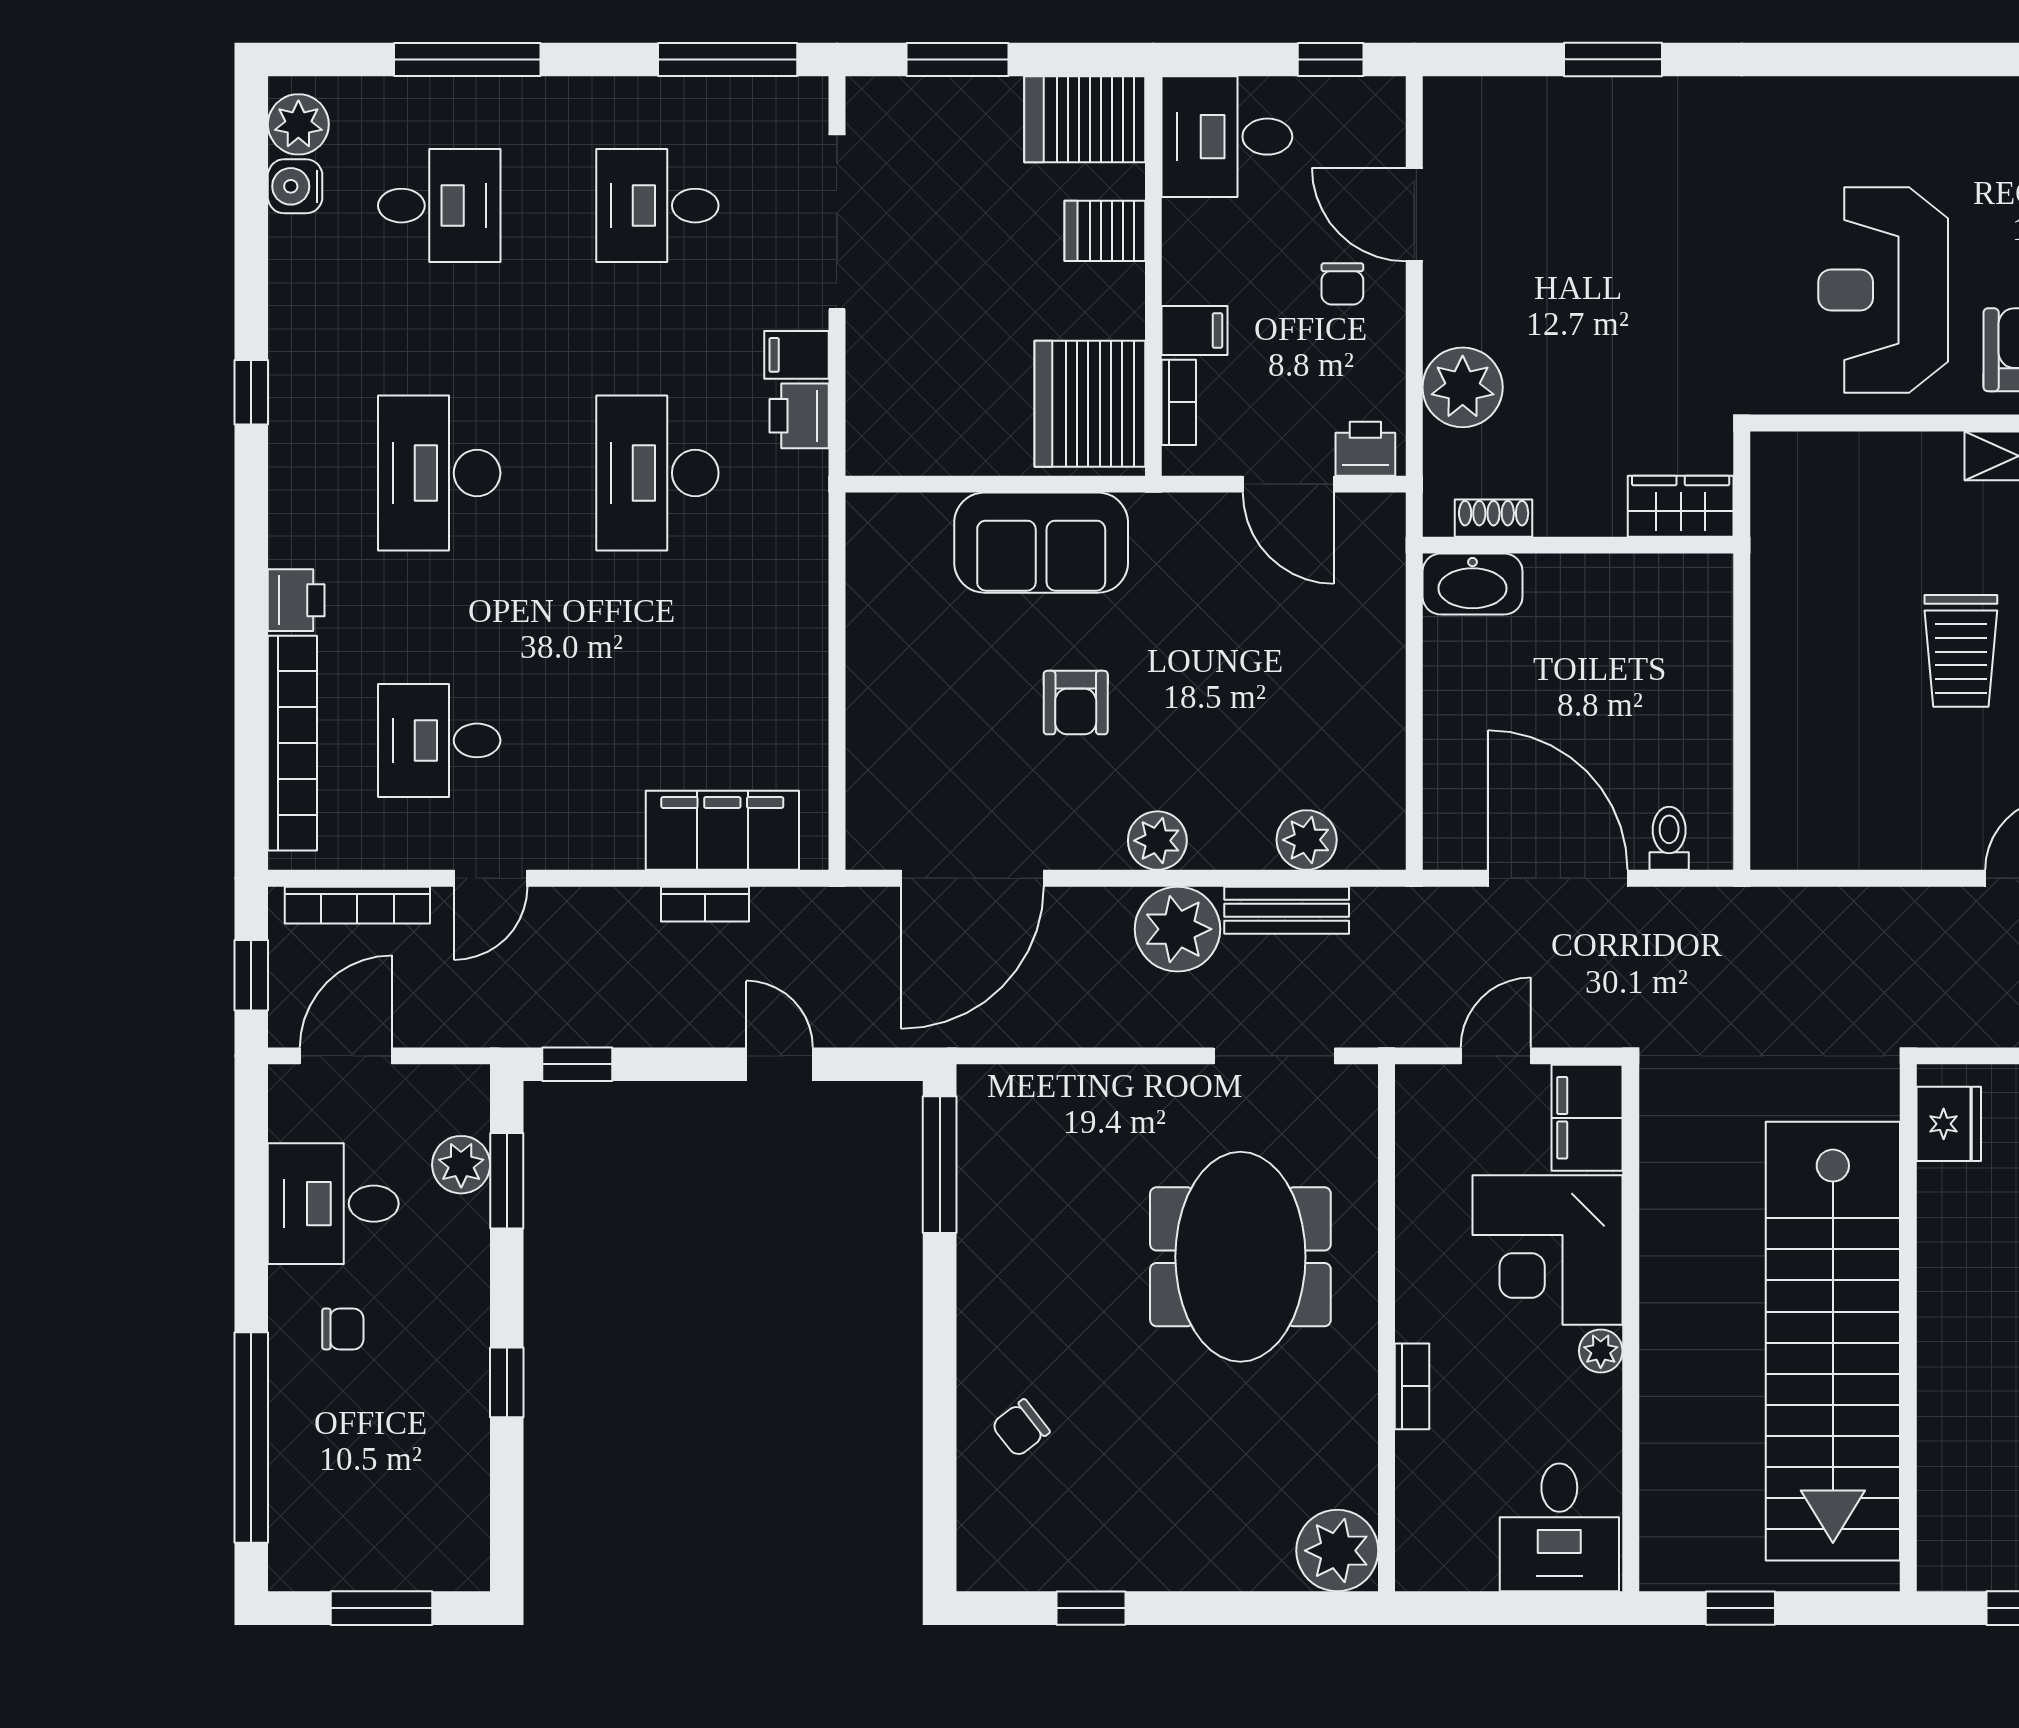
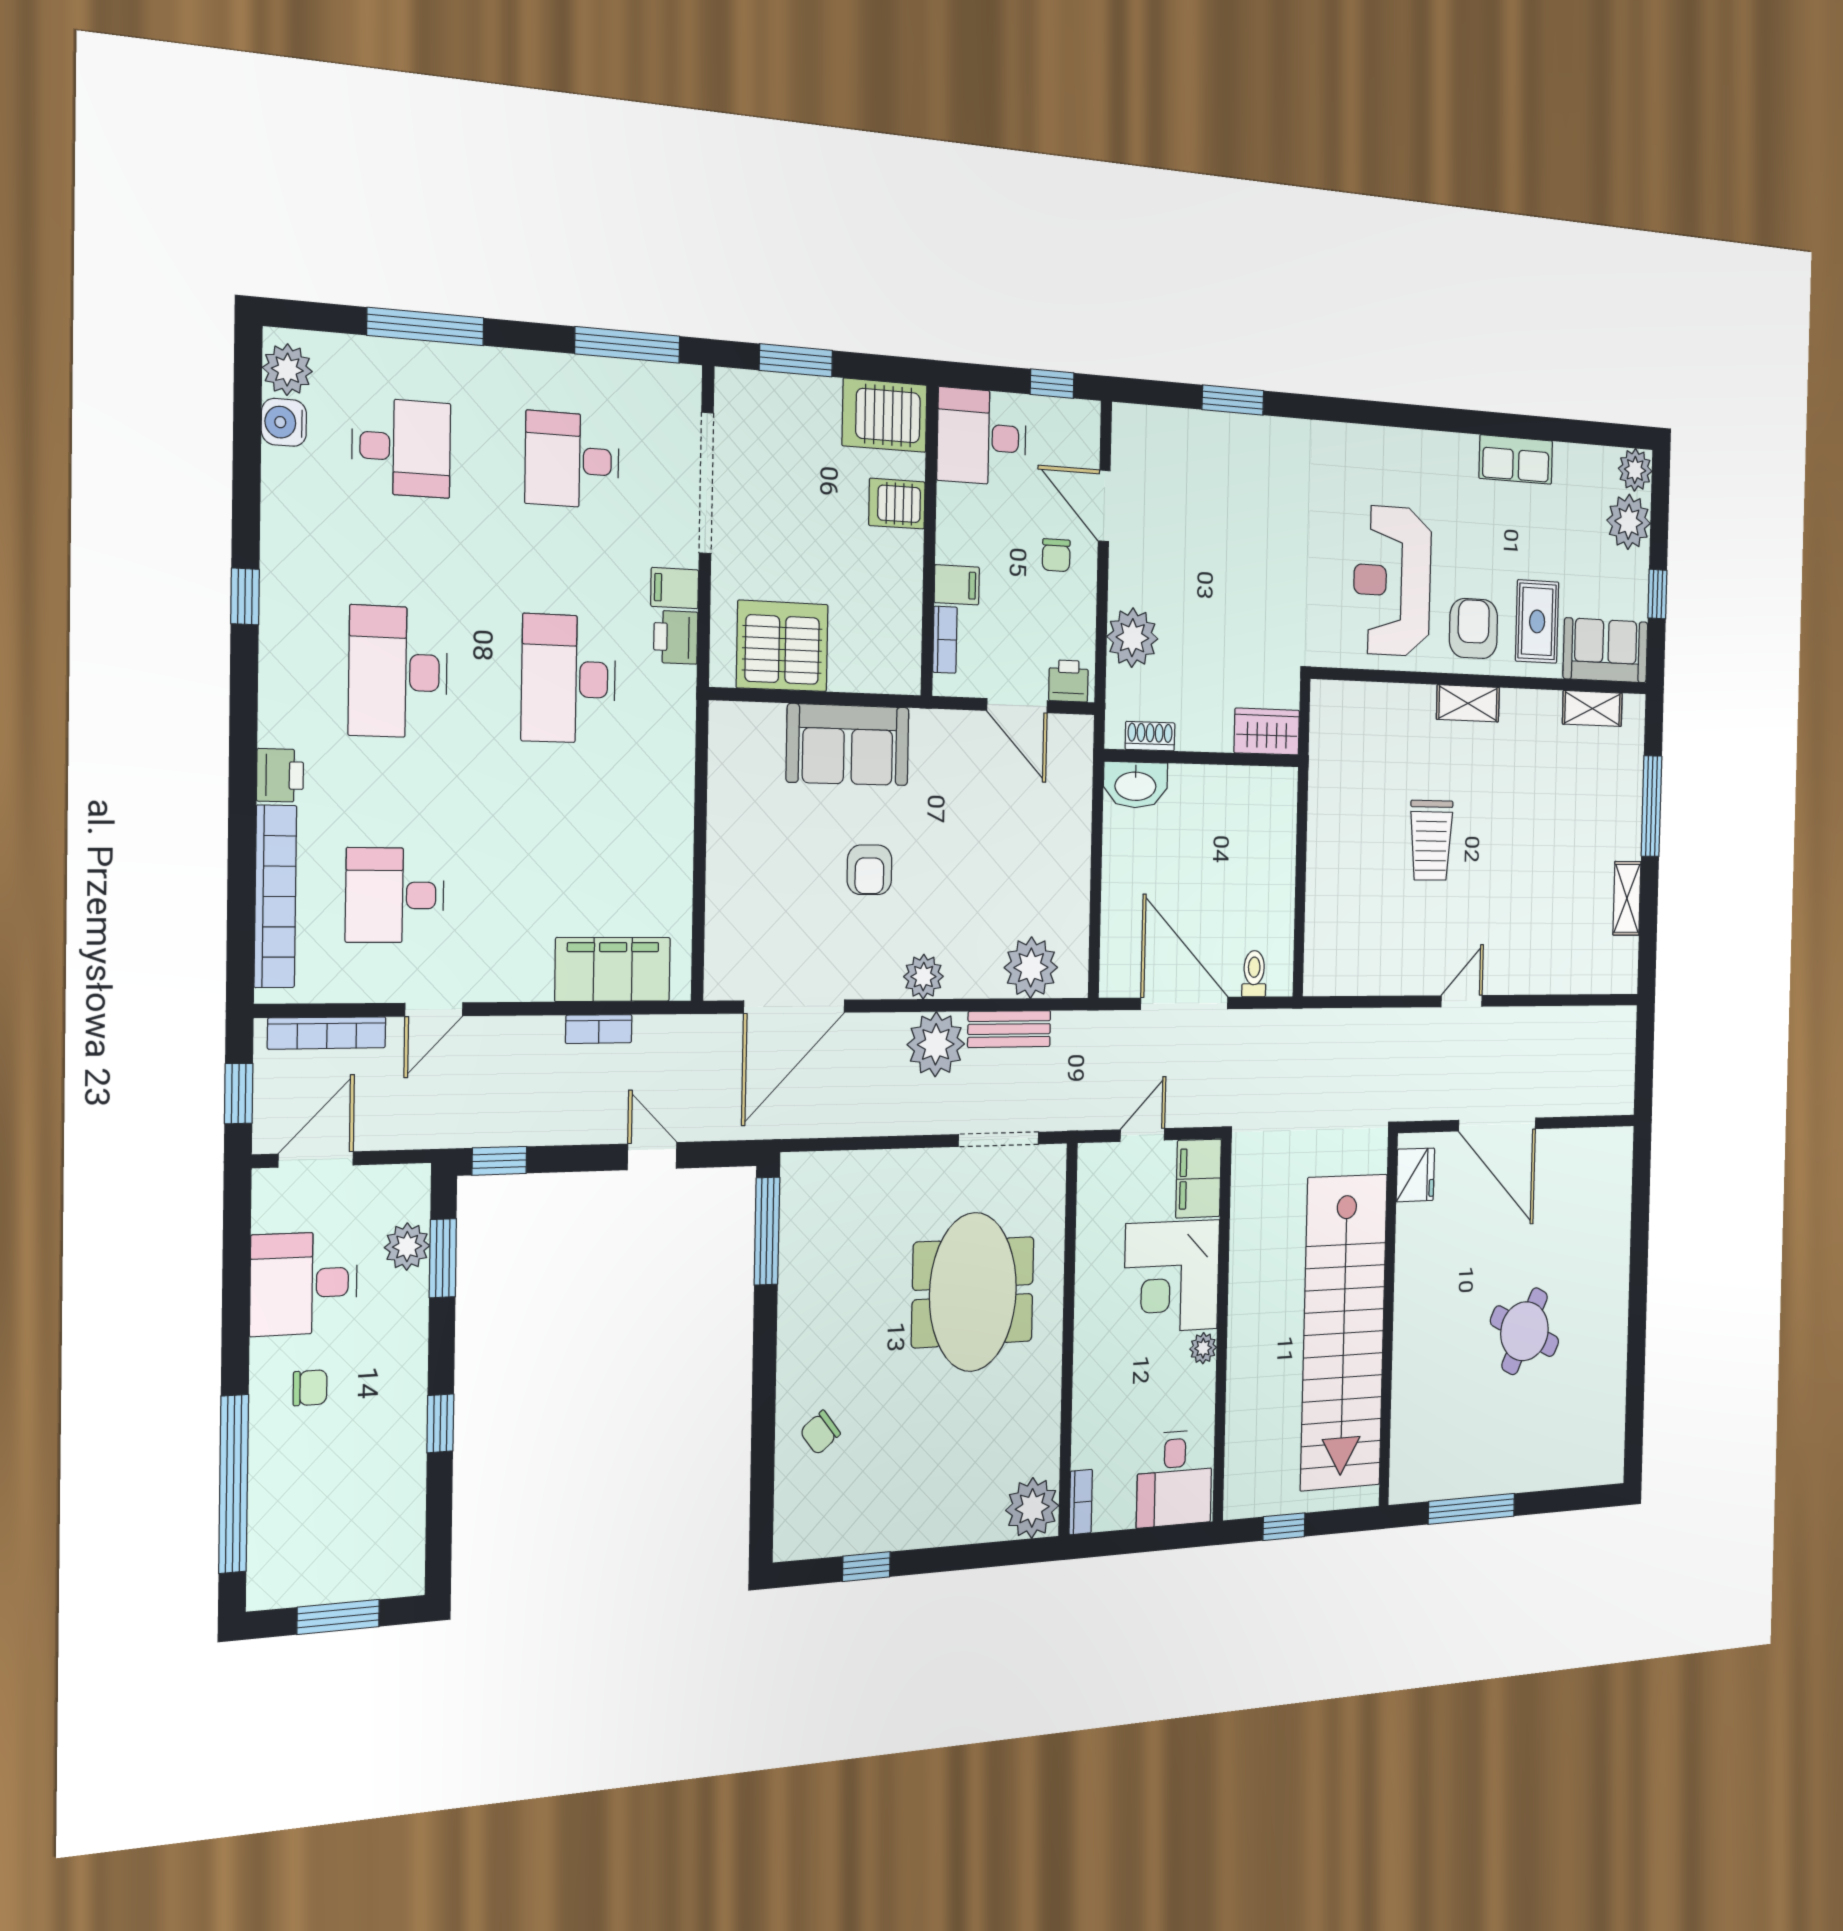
server rack: (1090, 404) -> (782, 646), moved, turned 90
plant: (1307, 840) -> (1031, 968), width x1.36, depth x1.36
bookcase: (1412, 1386) -> (1081, 1502), moved

